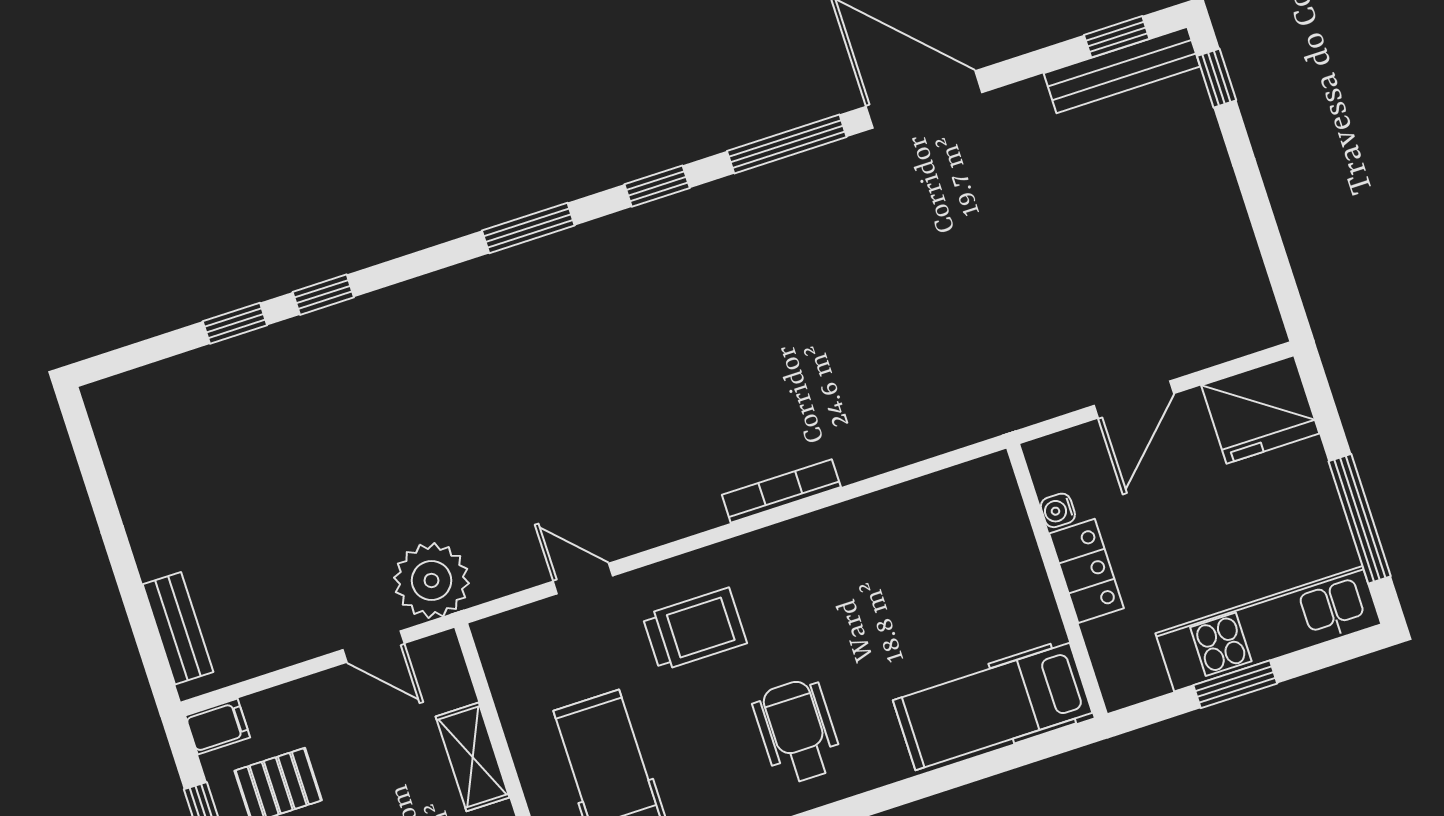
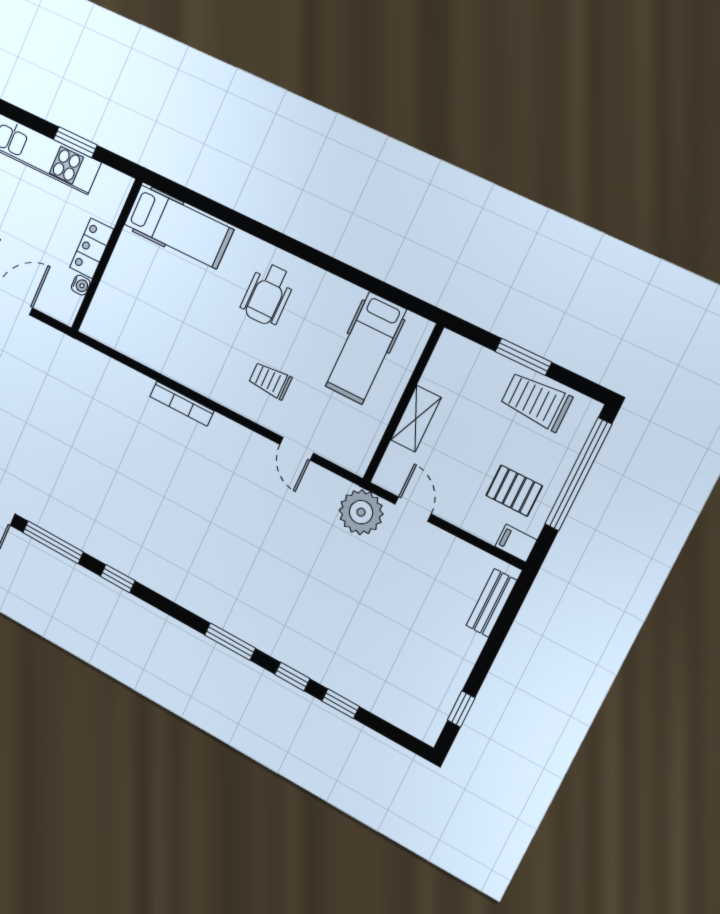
window: (528, 228) -> (230, 642), moved
window: (92, 467) -> (461, 709), added
trolley: (695, 629) -> (270, 381), width x0.73, depth x0.72

